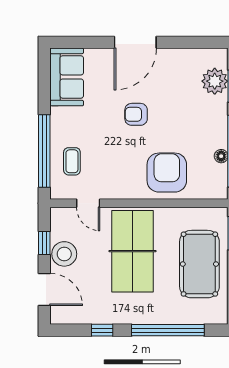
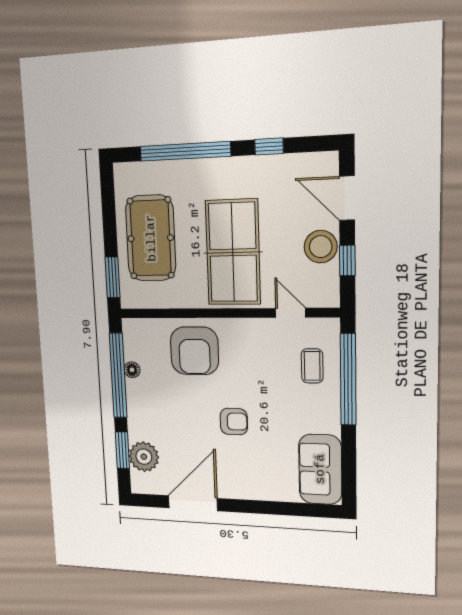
door: (135, 42) -> (193, 503), moved

